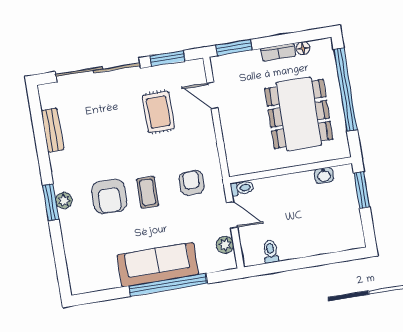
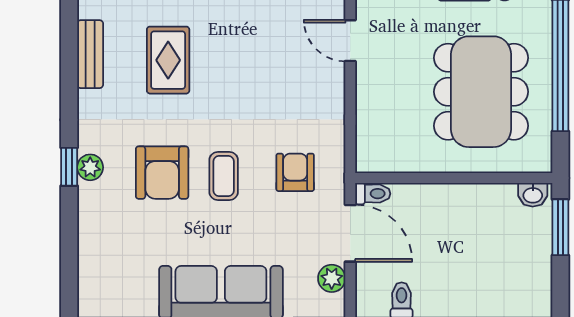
rug: (158, 112) -> (168, 60), moved
washbasin: (324, 175) -> (533, 195), moved
window: (51, 202) -> (69, 167), width x0.67
door: (232, 215) -> (350, 233), width x1.37

